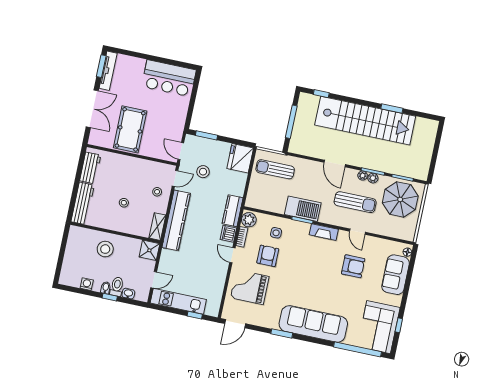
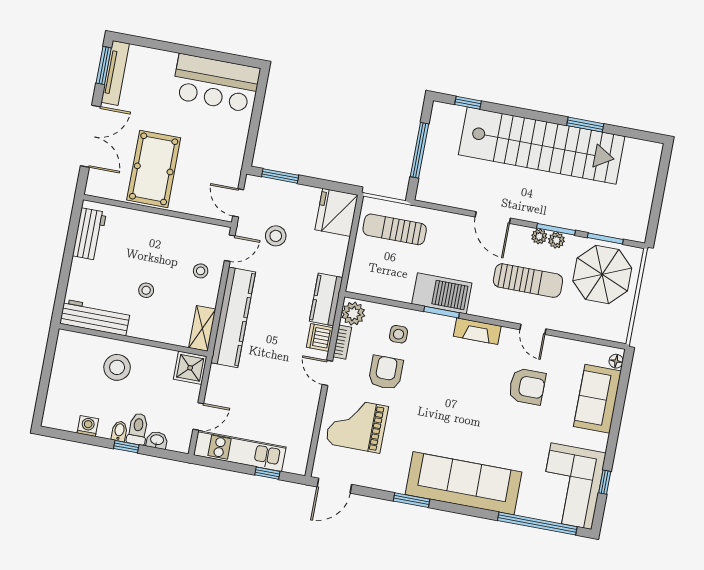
workbench: (83, 203) -> (95, 317), moved, turned -90

